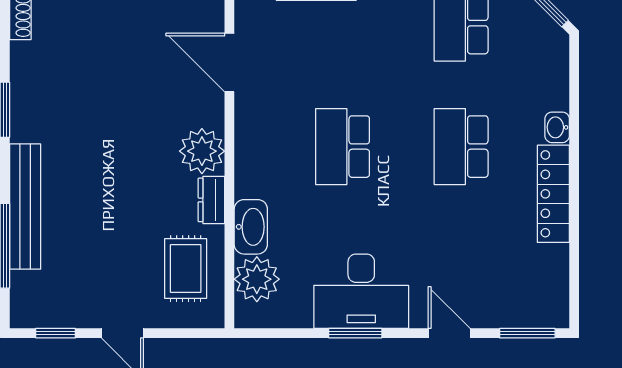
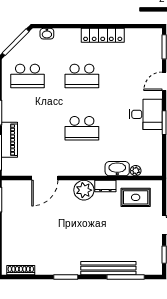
washbasin: (557, 127) -> (47, 34), moved
plant: (257, 279) -> (136, 171), width x0.53, depth x0.53
desk: (361, 291) -> (146, 114), width x0.73

